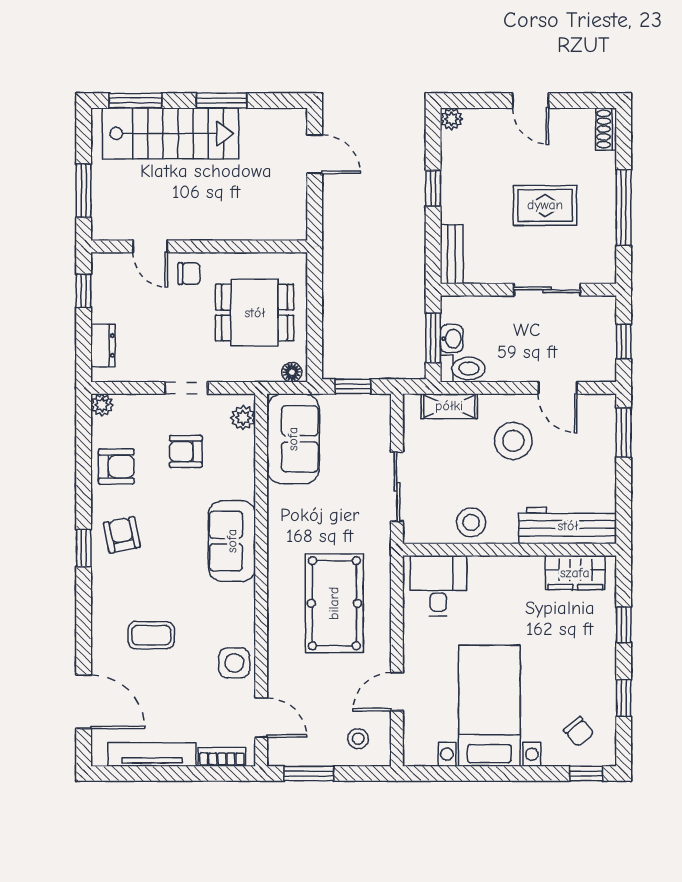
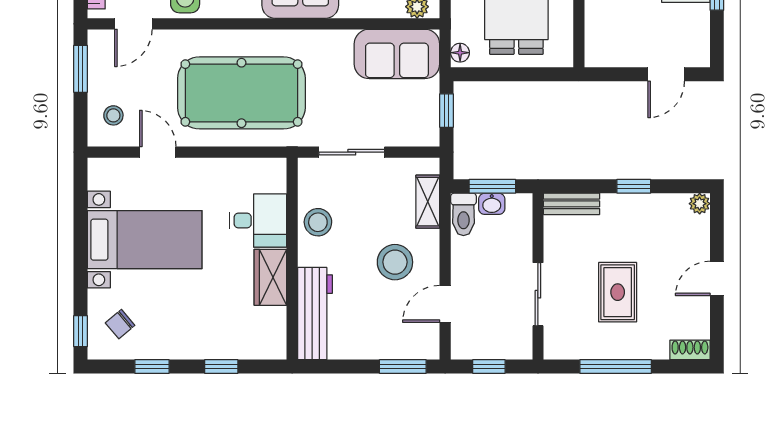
wardrobe: (575, 573) -> (270, 277), moved
desk: (438, 586) -> (258, 221), moved
pool table: (334, 603) -> (241, 93), width x1.36, depth x1.32

